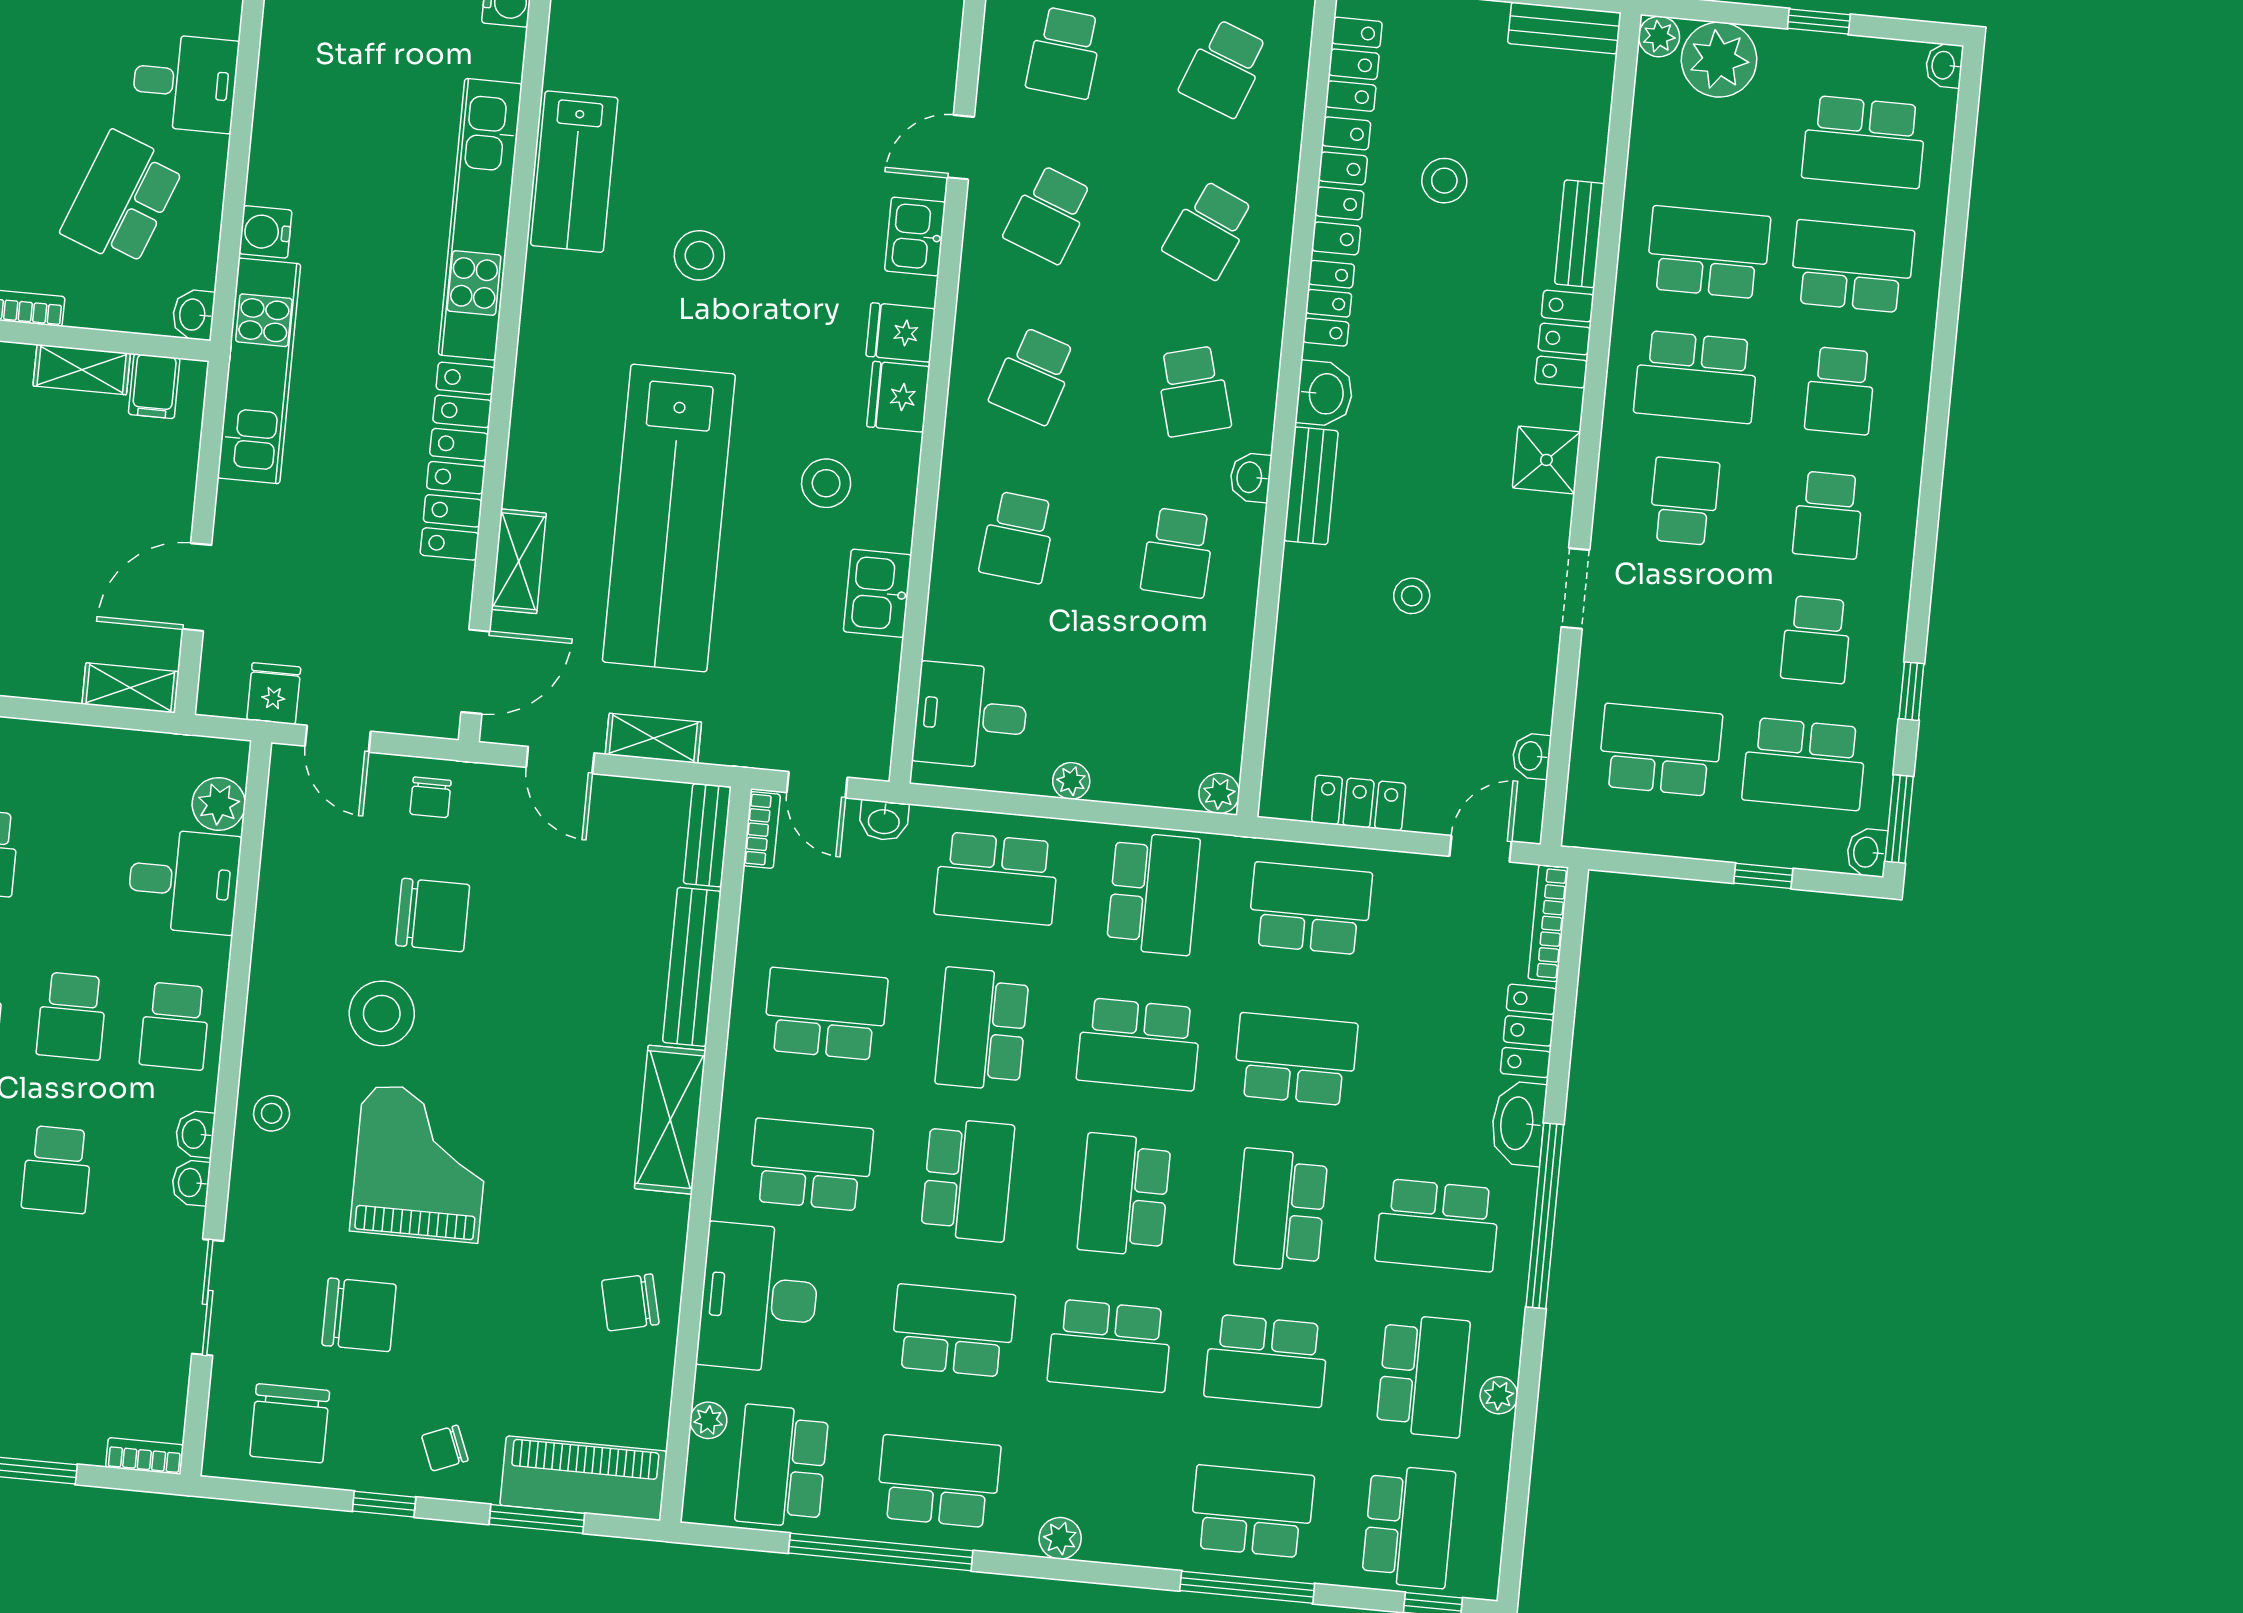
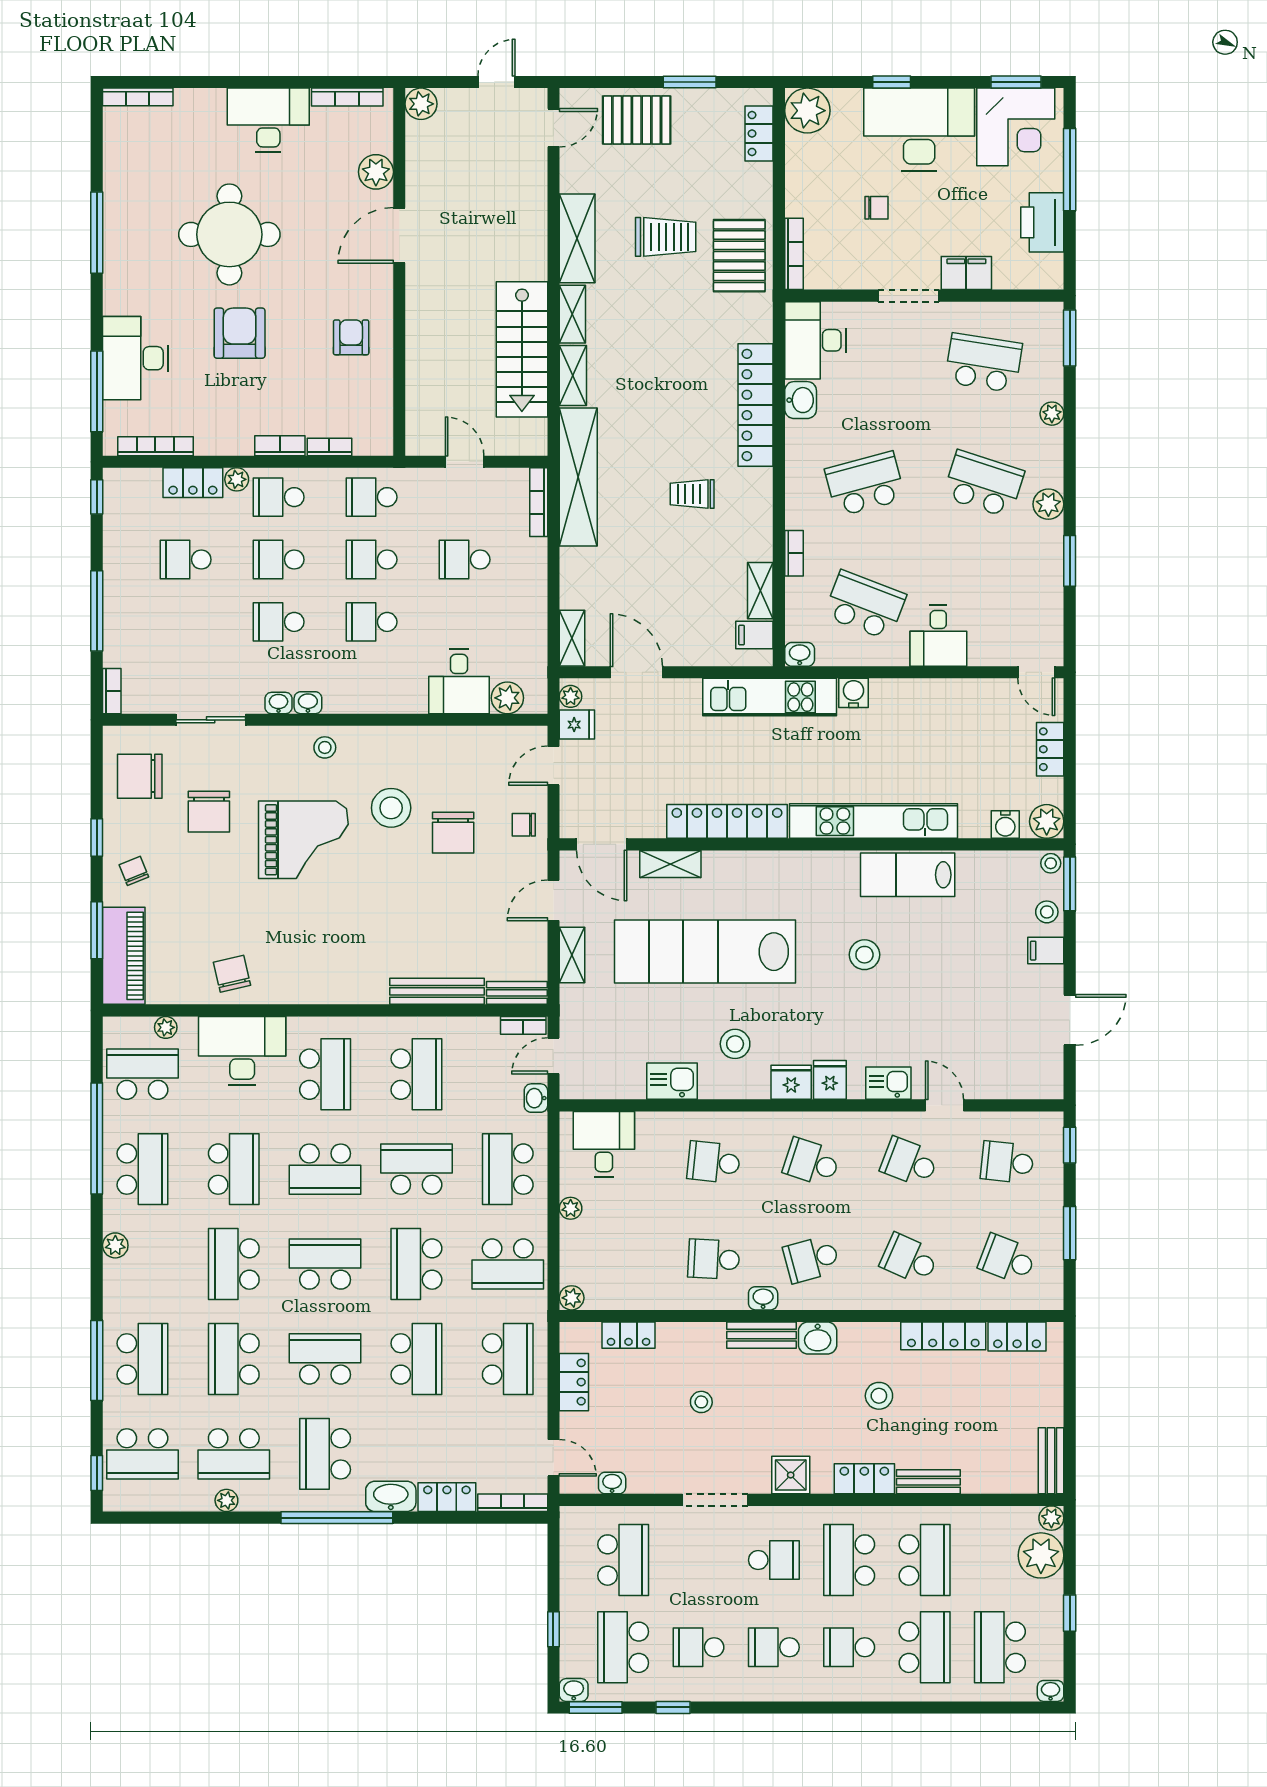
stool: (1444, 181) -> (879, 1396), moved
locker: (1329, 303) -> (629, 1335), moved
doorway: (1575, 589) -> (715, 1500), width x1.38
plant: (226, 700) -> (571, 696), added
school desk: (175, 1026) -> (372, 684), removed
shelving: (670, 1120) -> (344, 987), removed

